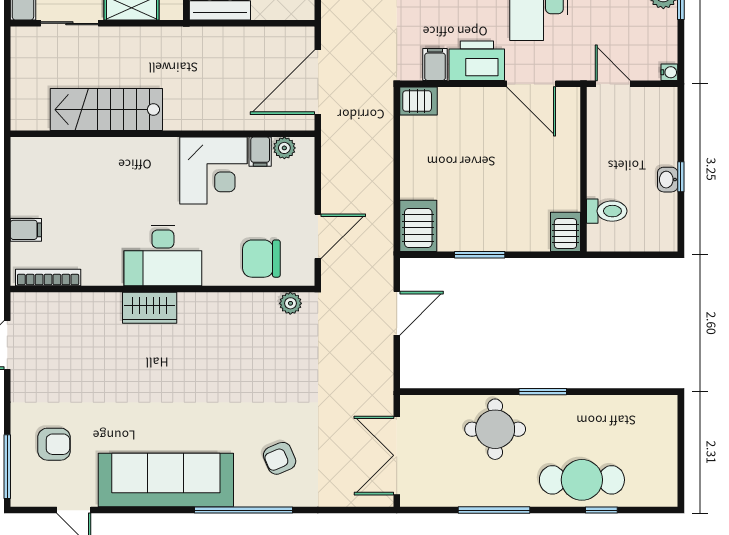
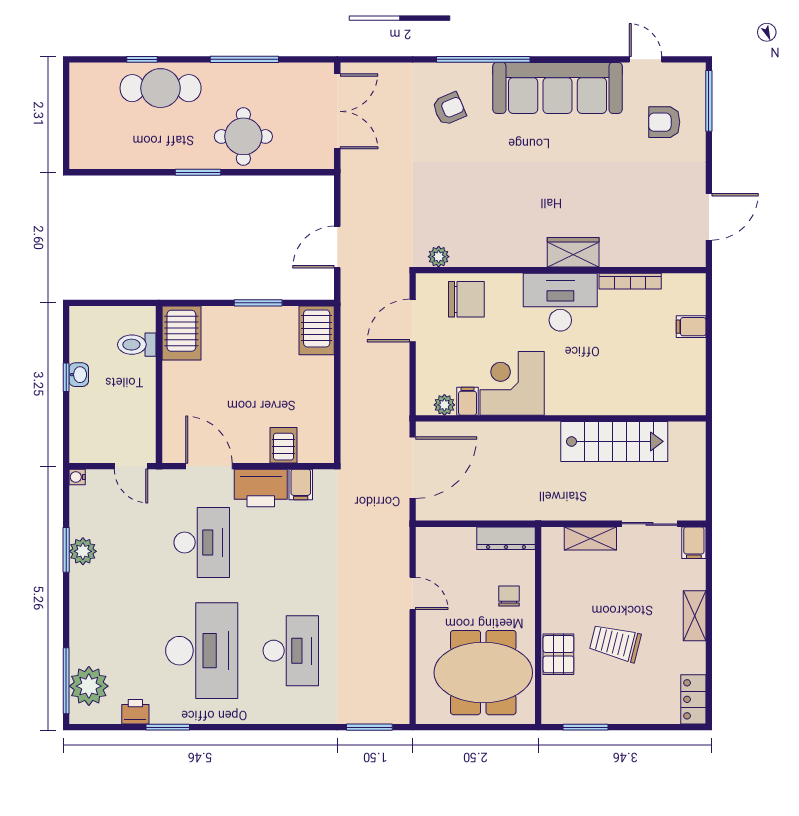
server rack: (419, 101) -> (284, 445), moved, turned 90
server rack: (565, 232) -> (181, 333), width x1.36, depth x1.44
bookcase: (48, 278) -> (630, 281), moved

